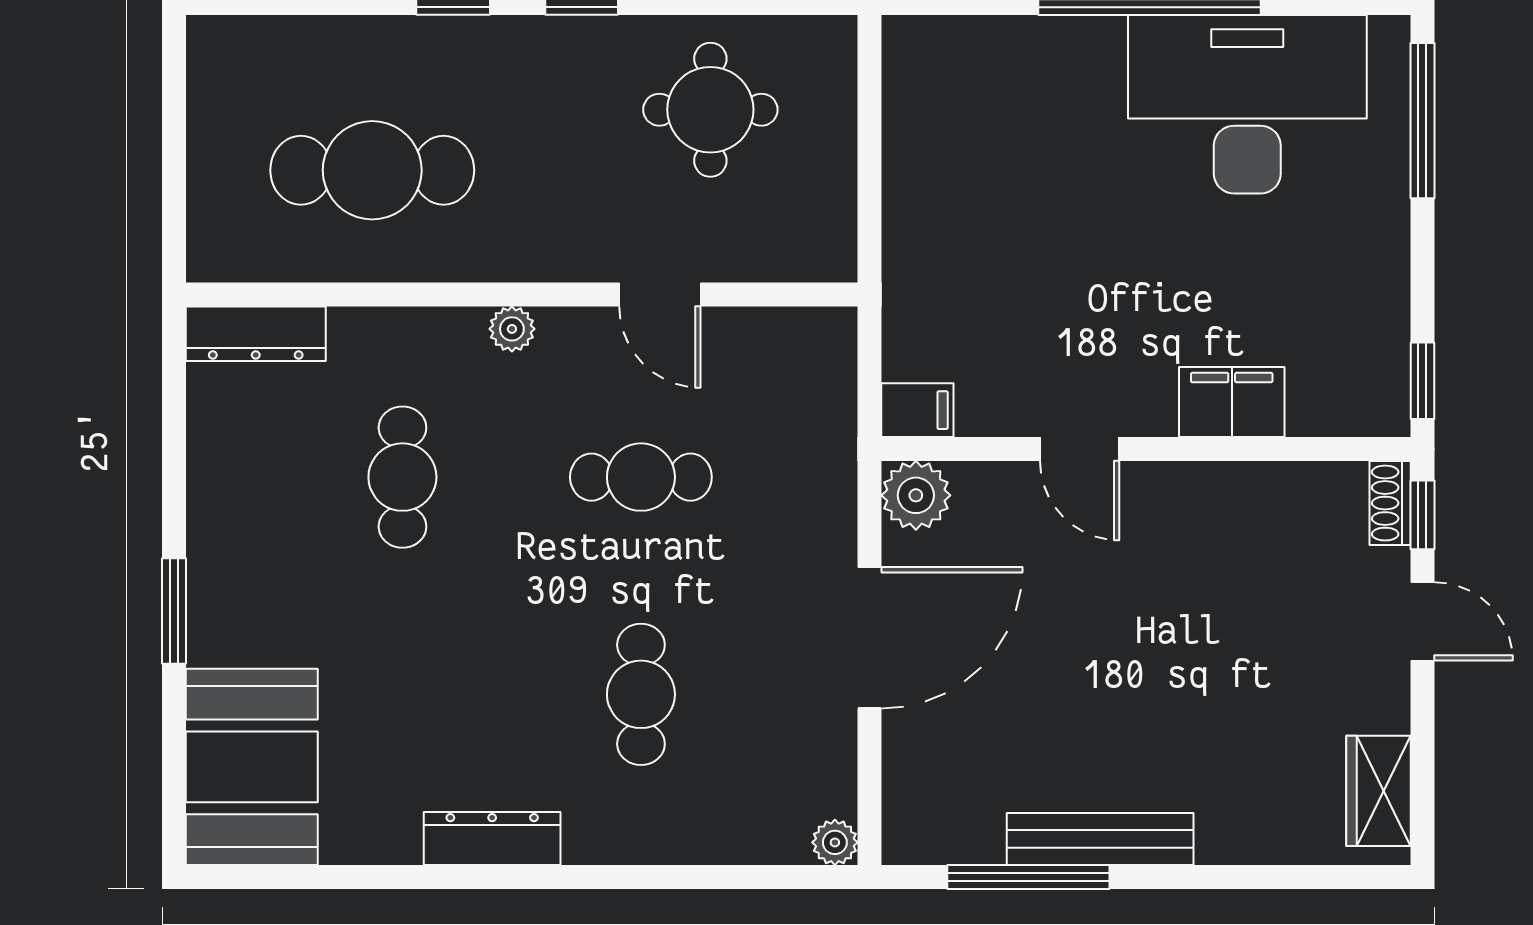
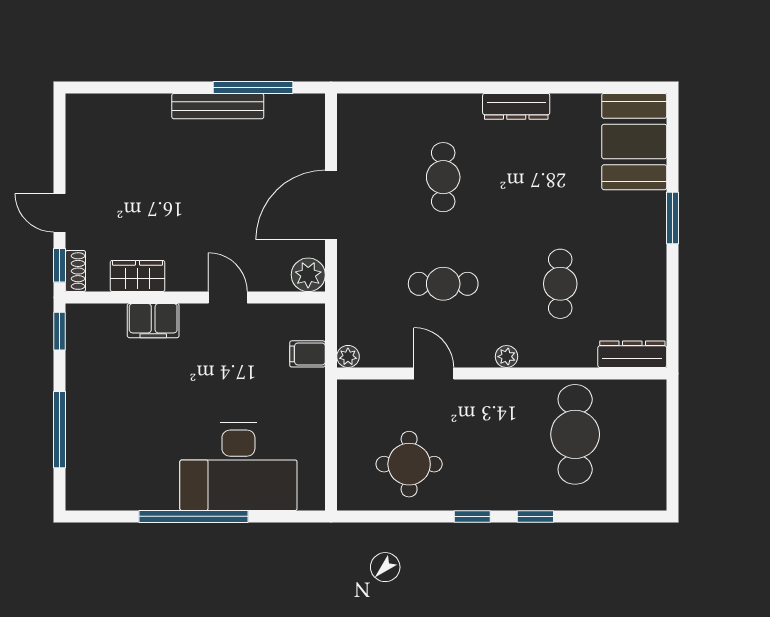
desk: (1247, 104) -> (238, 467), moved
window: (1422, 121) -> (60, 430), moved
cafe table: (372, 170) -> (575, 434), turned 90
filing cabinet: (917, 410) -> (307, 354), moved
wardrobe: (1378, 791) -> (138, 276), moved, turned -90
plant: (835, 842) -> (348, 356), moved

